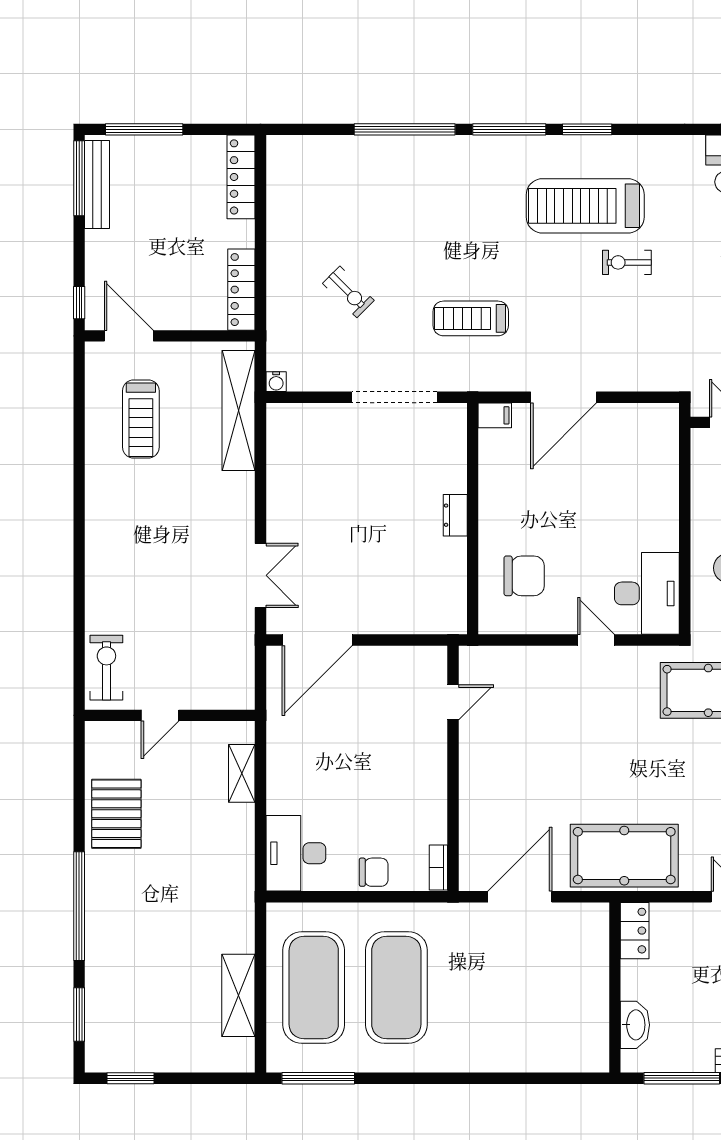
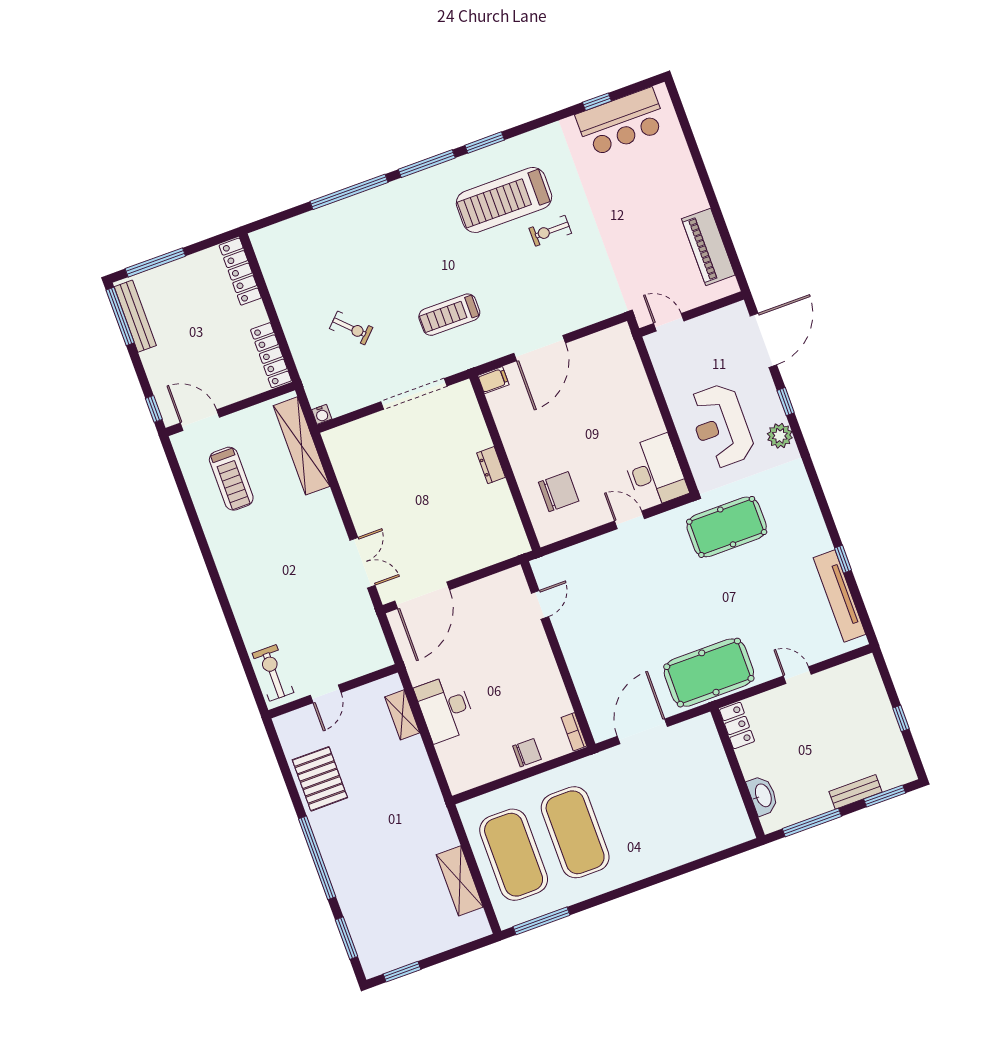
desk: (296, 853) -> (445, 708), moved

